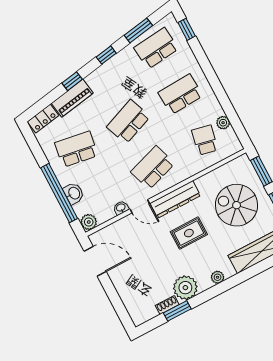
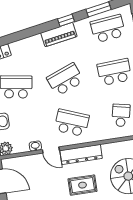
window: (72, 81) -> (32, 31), removed
piano: (72, 98) -> (59, 35), moved
school desk: (153, 168) -> (72, 123), turned 39

